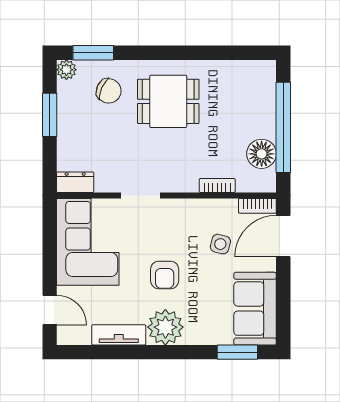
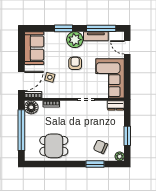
window: (93, 53) -> (95, 164), moved
dining table: (168, 101) -> (54, 146), moved
floor lamp: (262, 154) -> (31, 107), moved
window: (107, 352) -> (101, 28), added
window: (237, 352) -> (64, 28), moved

